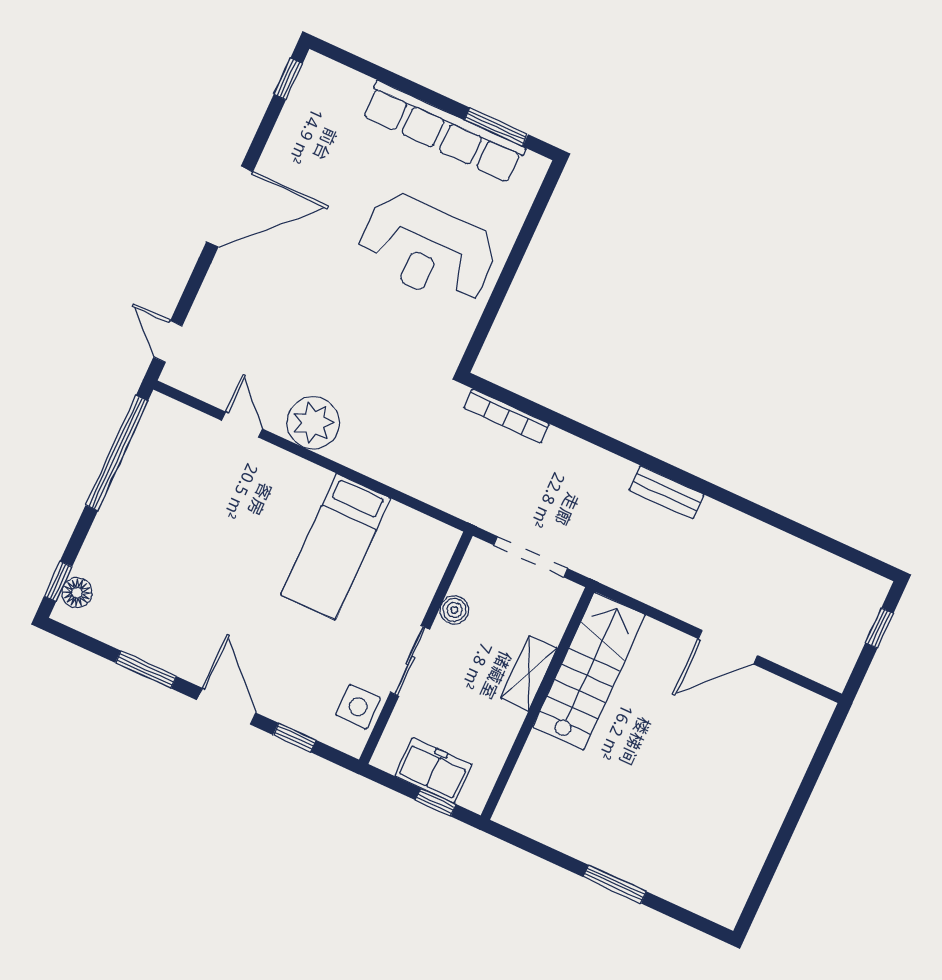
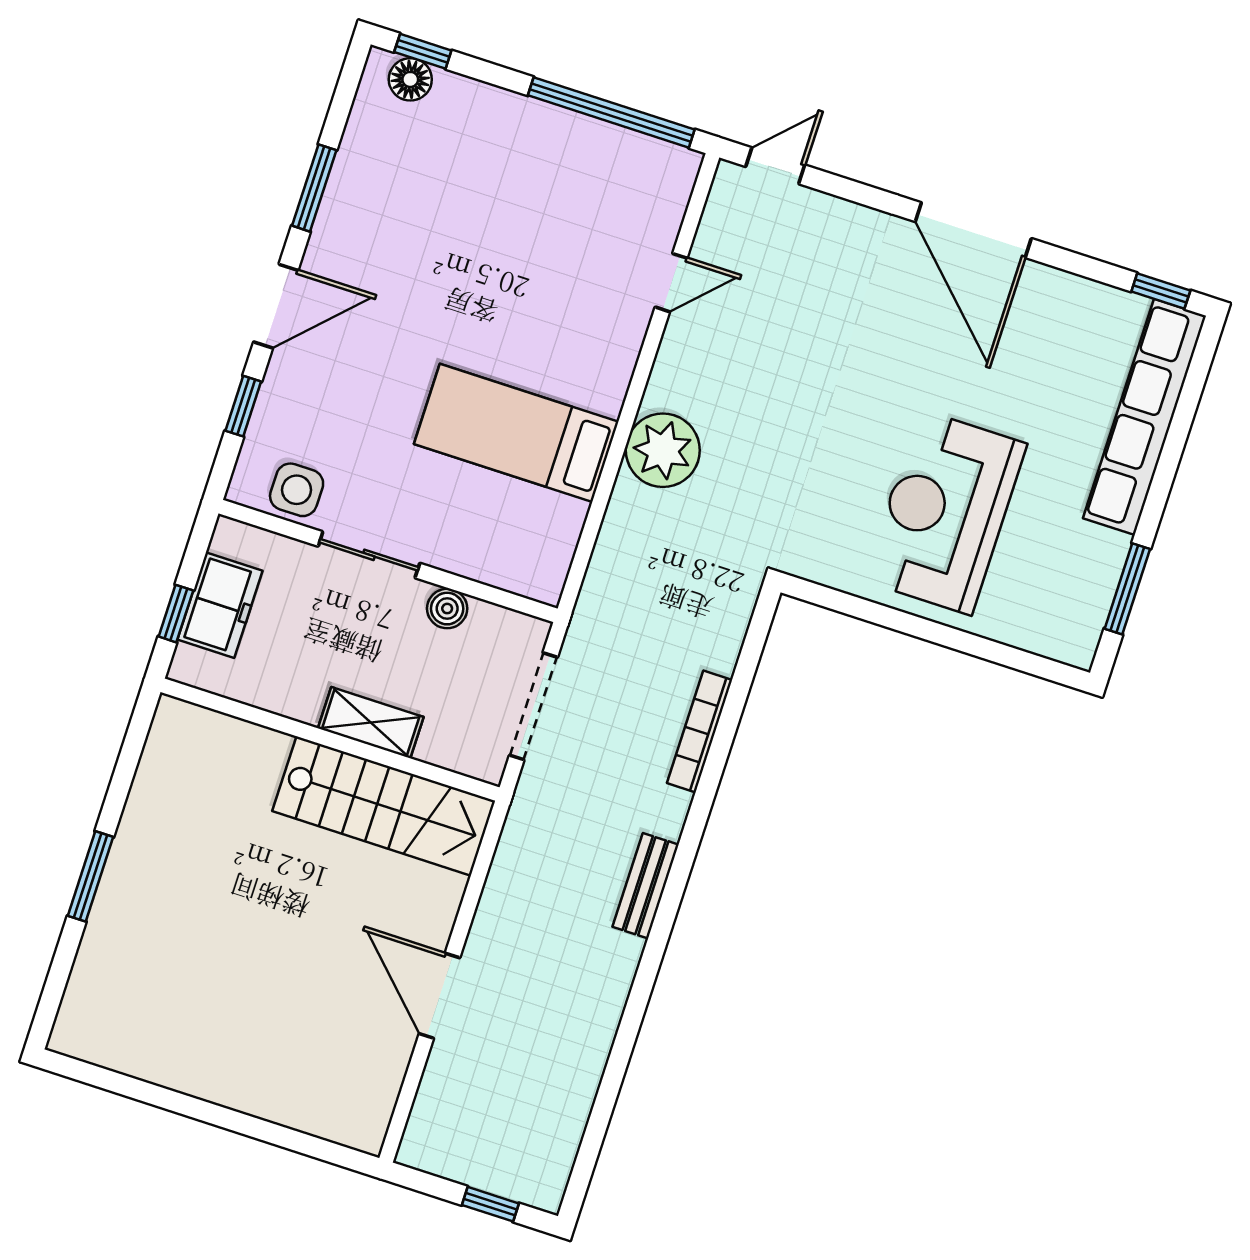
row of seats: (443, 132) -> (1144, 417), moved
bookcase: (507, 416) -> (700, 731), moved
plant: (313, 423) -> (663, 450), moved

